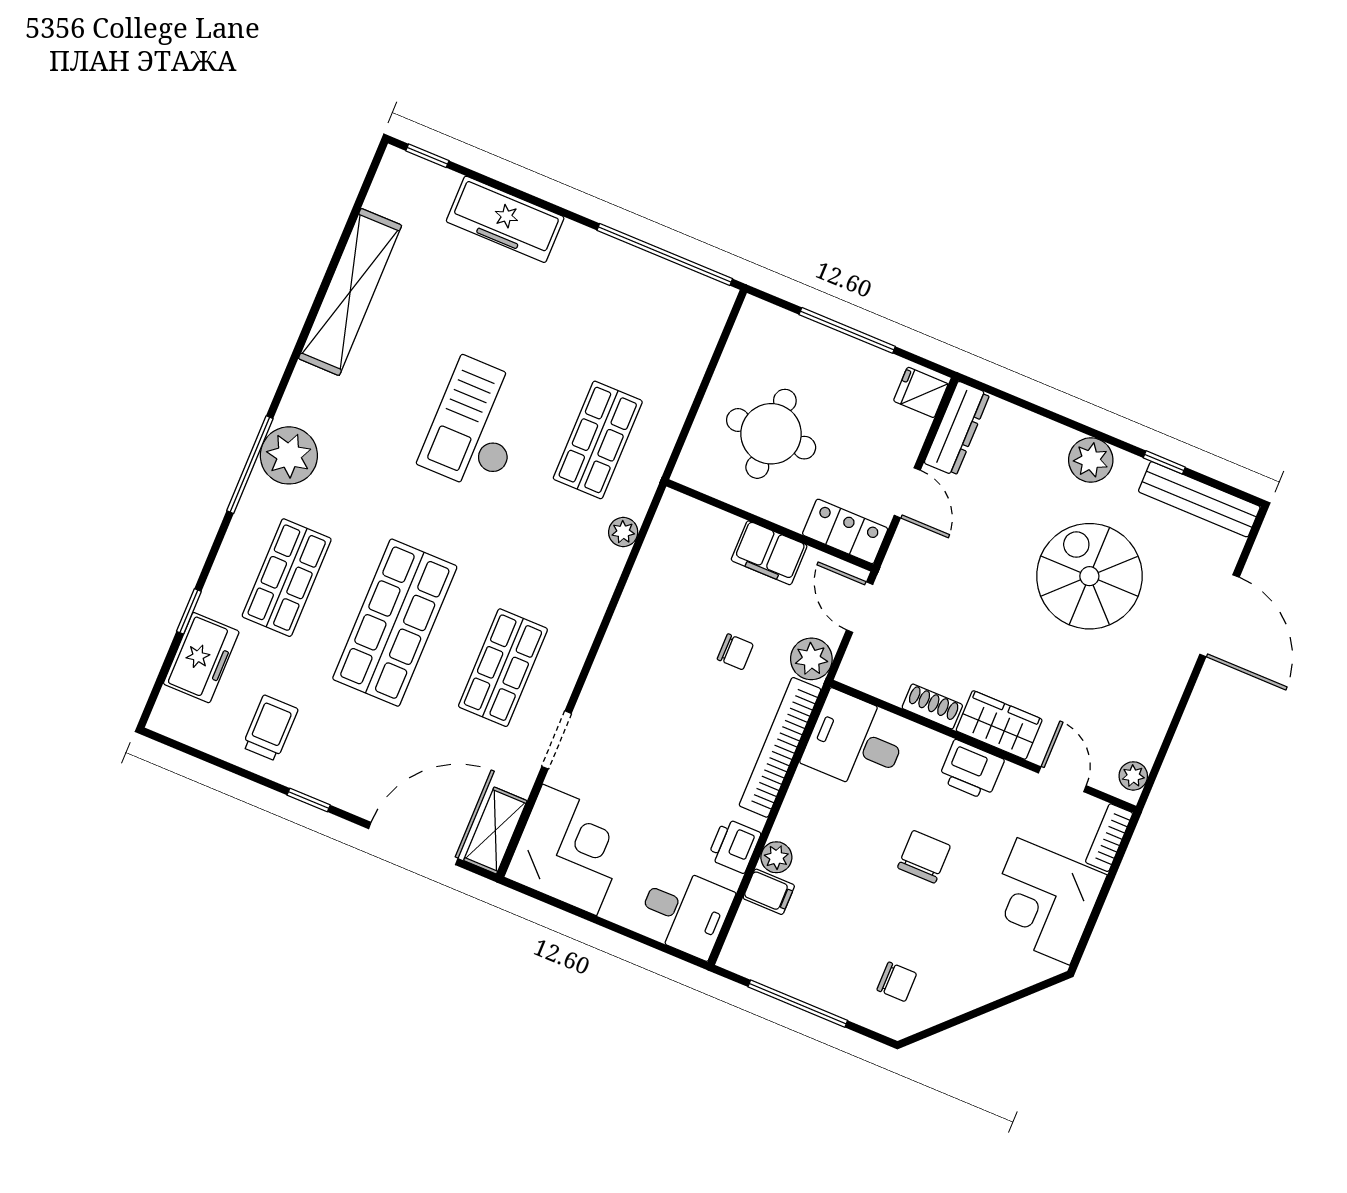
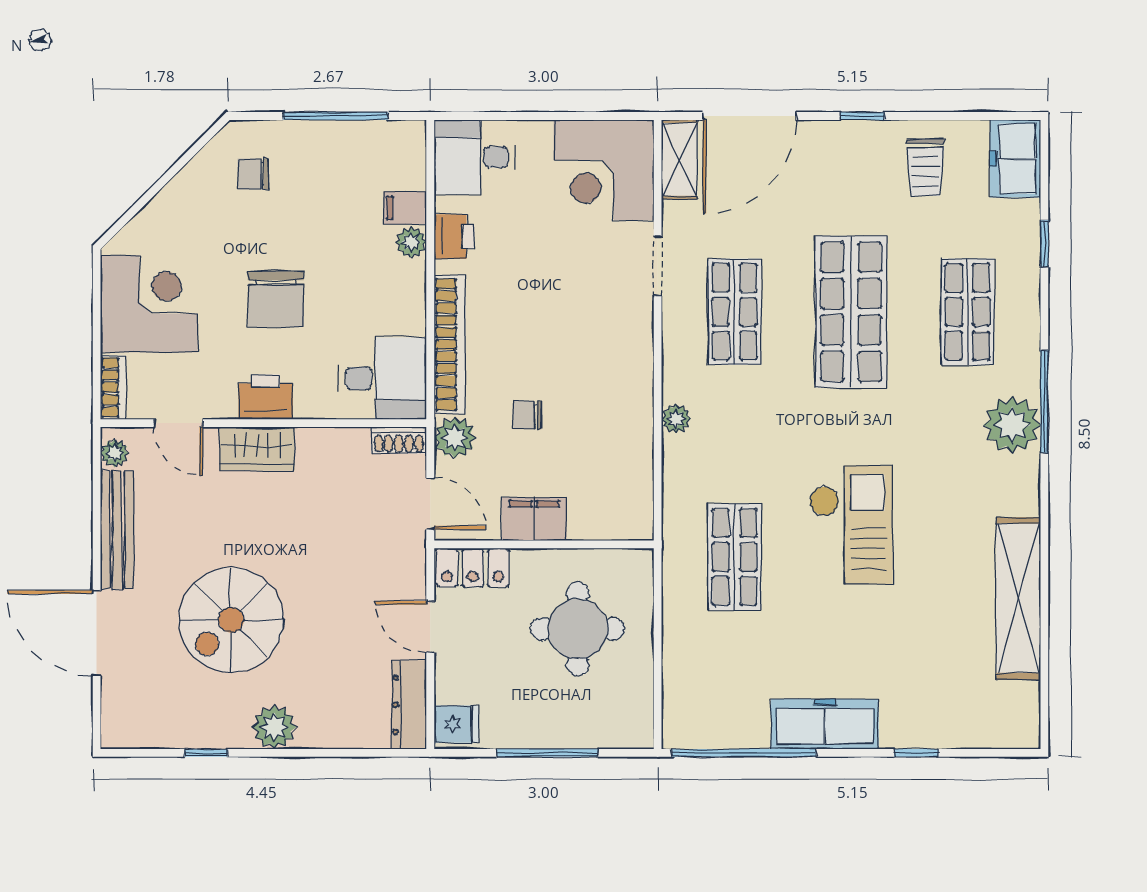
window: (427, 156) -> (916, 753), moved
freezer: (505, 219) -> (825, 724), moved
bench: (1199, 499) -> (117, 530), moved, turned 90
plant: (623, 532) -> (676, 419), moved
spiral stairs: (1089, 576) -> (231, 620), turned 90
freezer: (201, 658) -> (1015, 159), moved
shoe rack: (932, 706) -> (399, 440), moved
chair: (924, 857) -> (276, 299), width x1.37, depth x1.37

